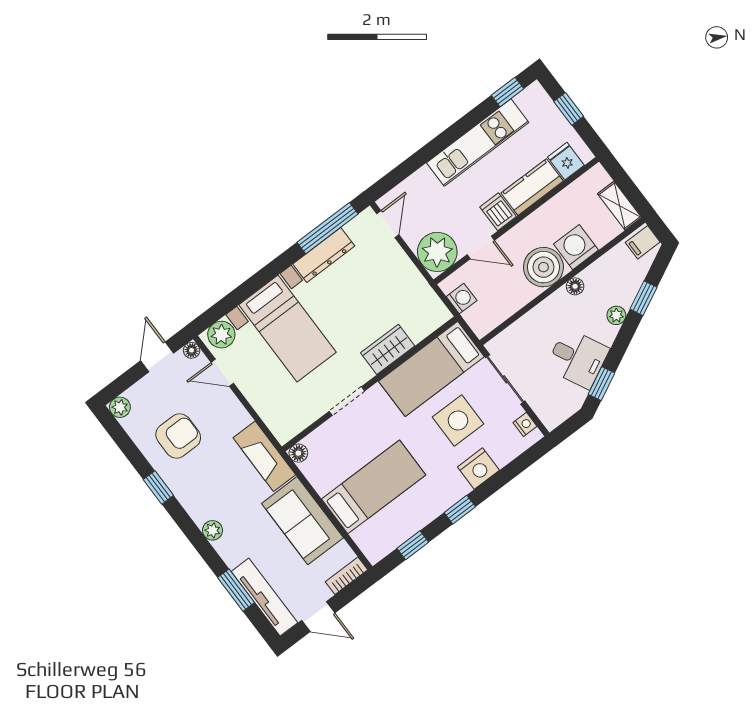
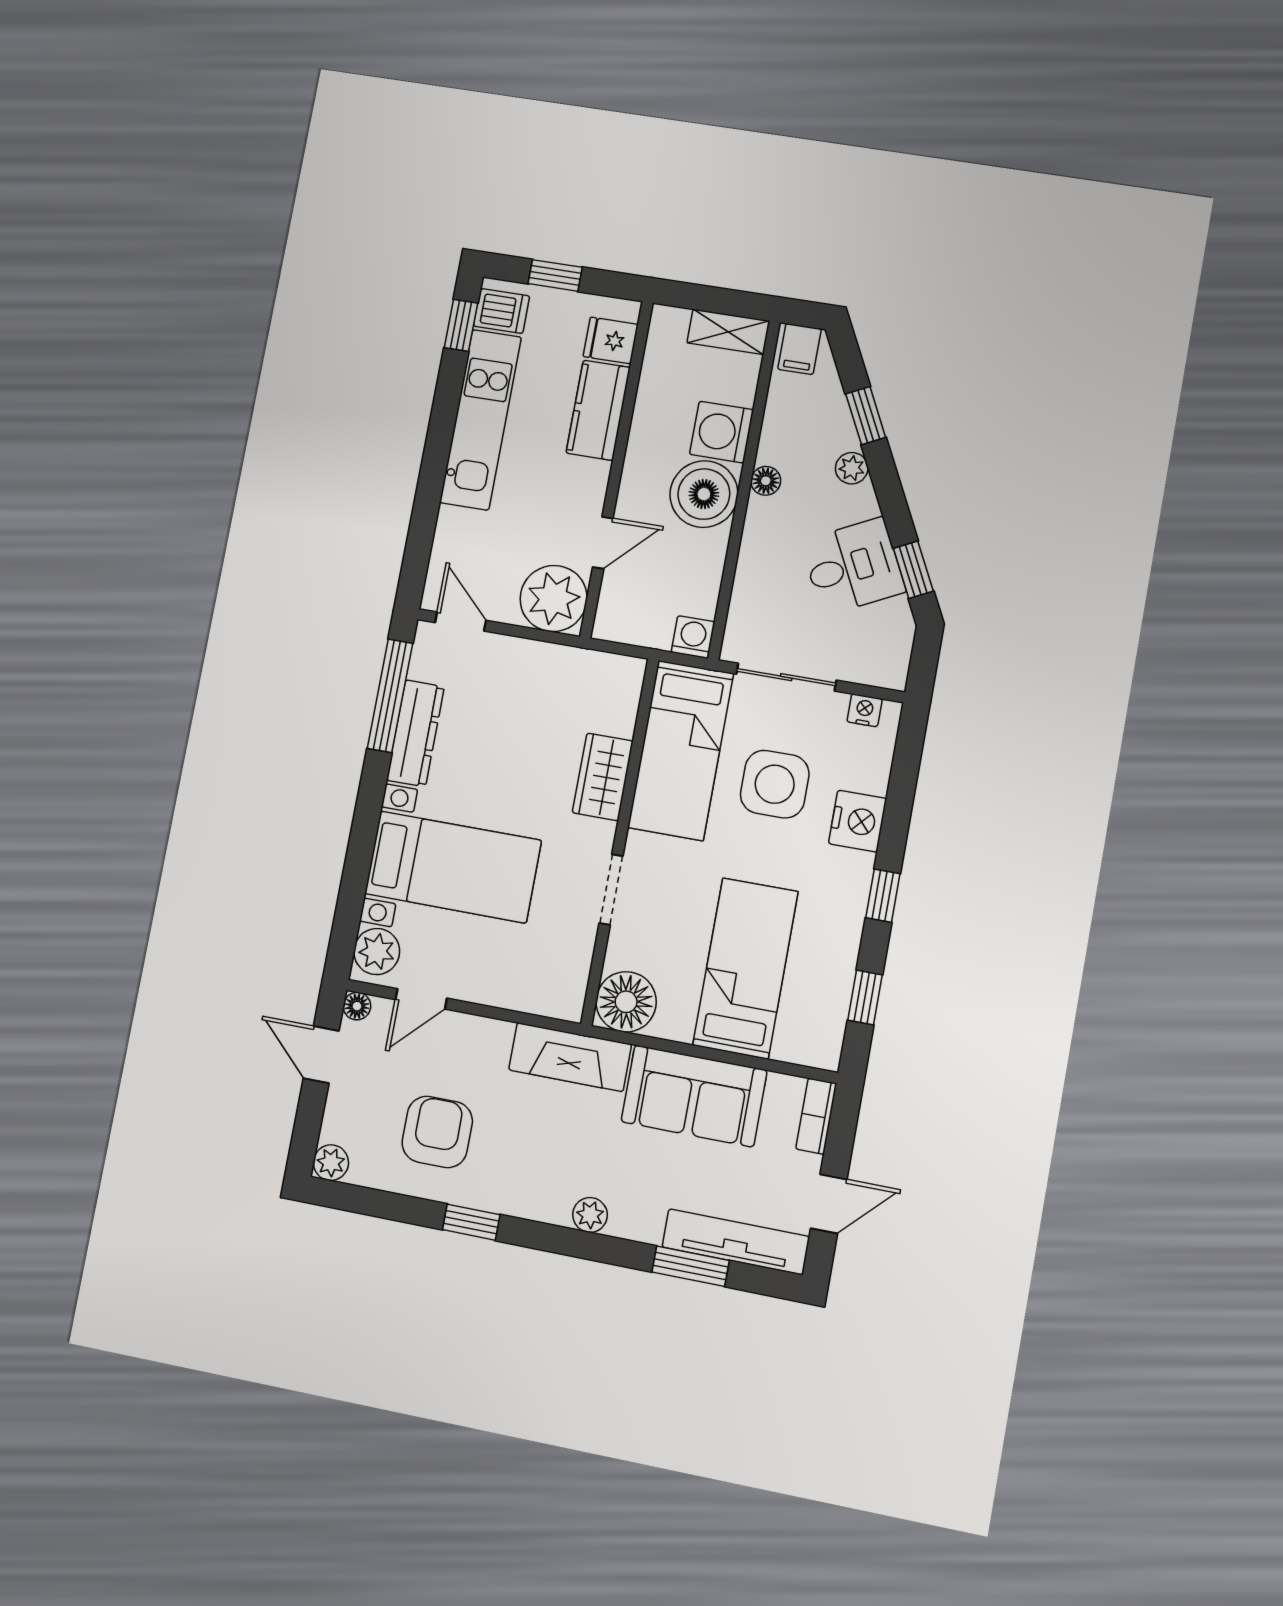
dishwasher: (498, 212) -> (501, 311), moved, turned 180
washing machine: (462, 298) -> (693, 637), moved
floor lamp: (298, 453) -> (626, 1002), width x1.89, depth x1.89

